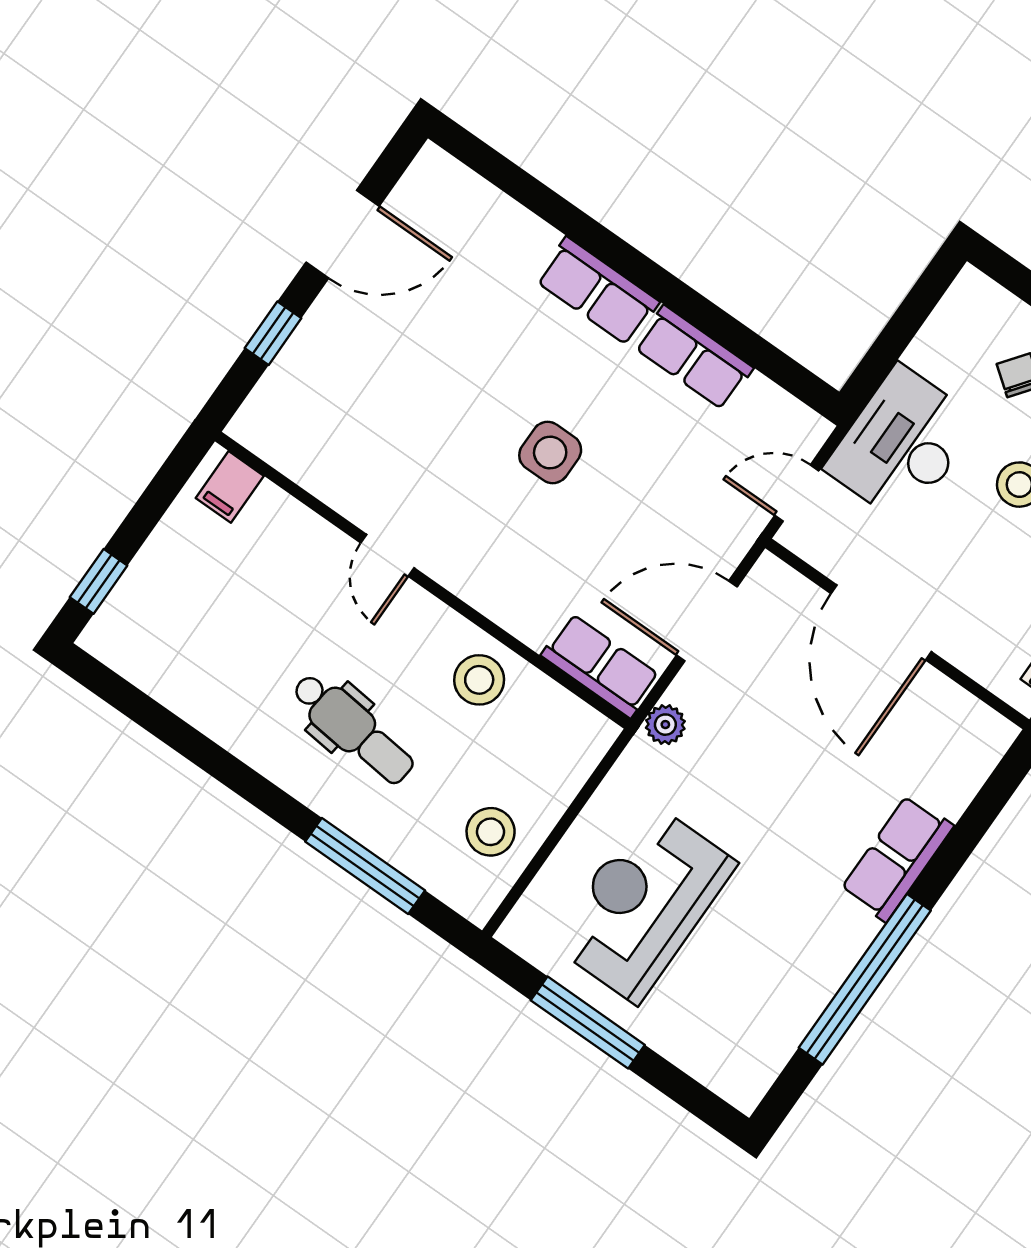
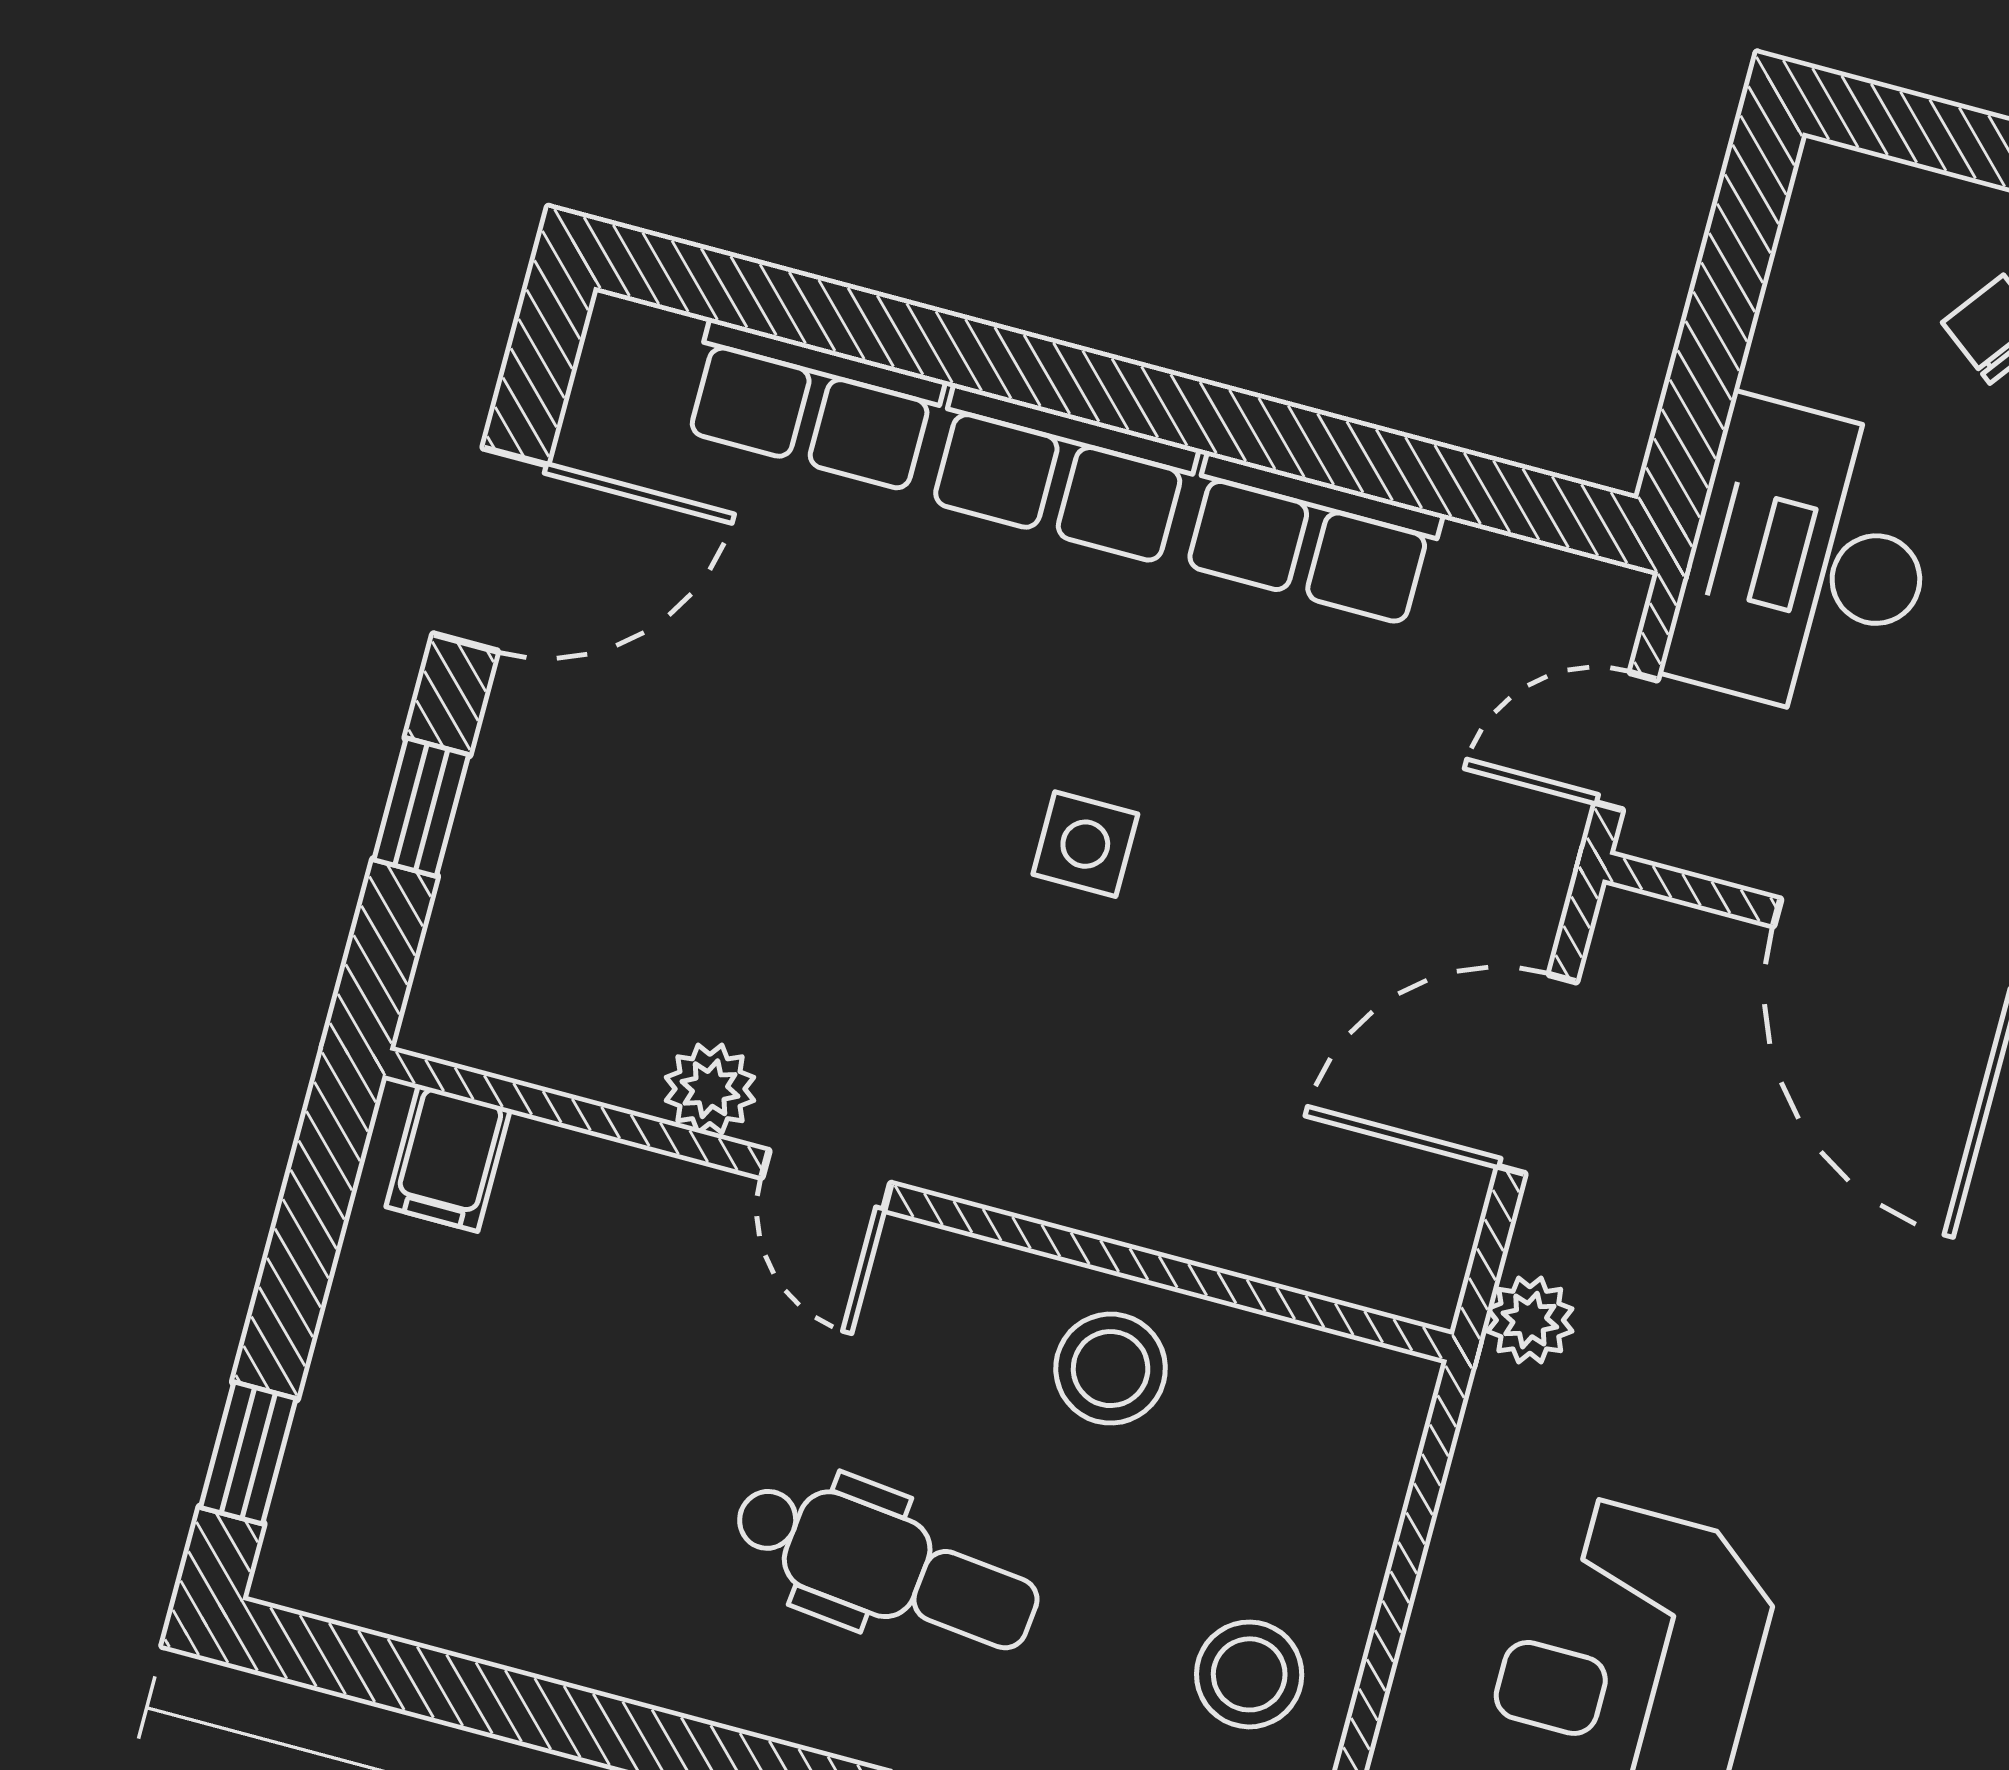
side table: (550, 453) -> (1085, 844), width x0.73, depth x0.73
plant: (352, 498) -> (710, 1089), added
row of seats: (601, 666) -> (813, 406), moved, turned 180

